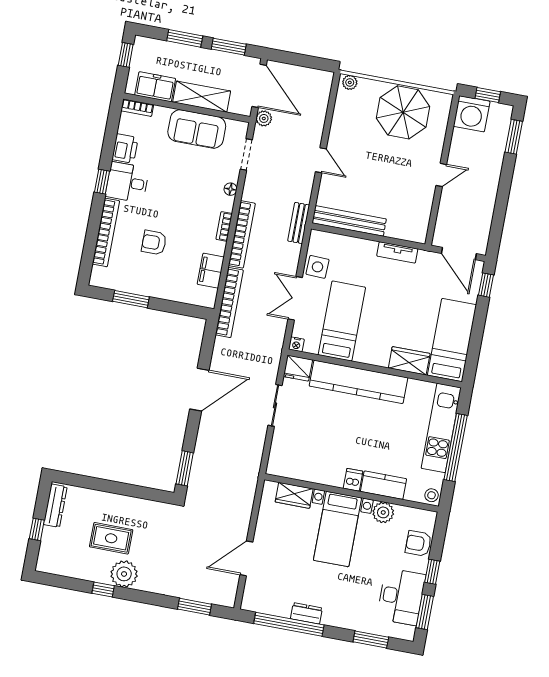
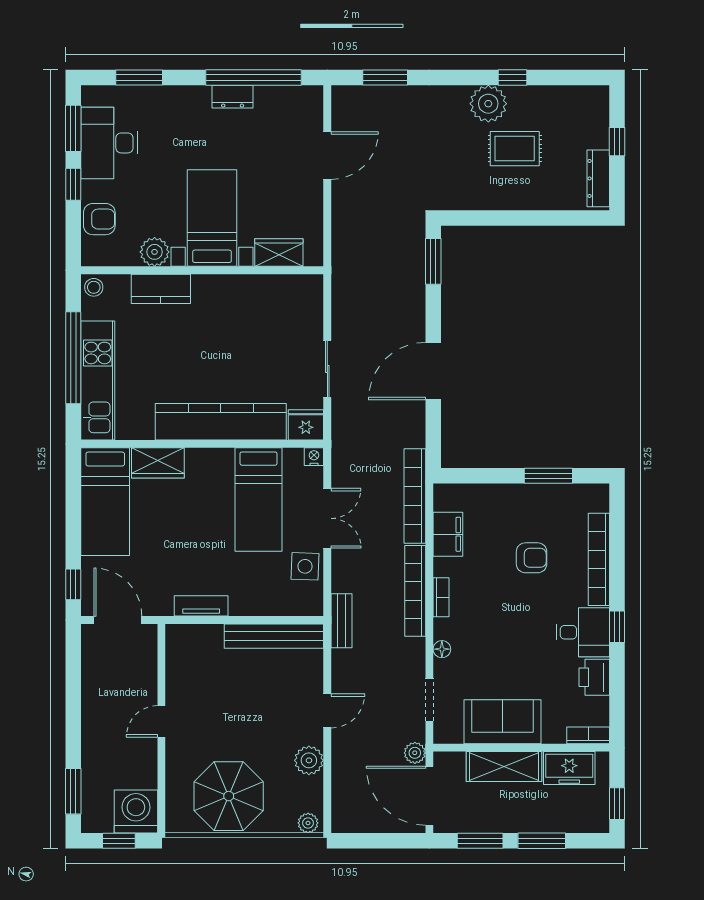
plant: (341, 127) -> (309, 760), added
door: (321, 160) -> (327, 711), swing flipped
dishwasher: (353, 480) -> (203, 288), removed

